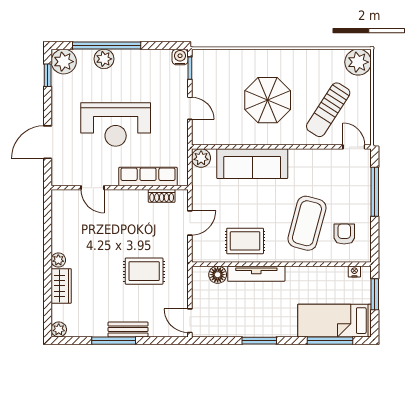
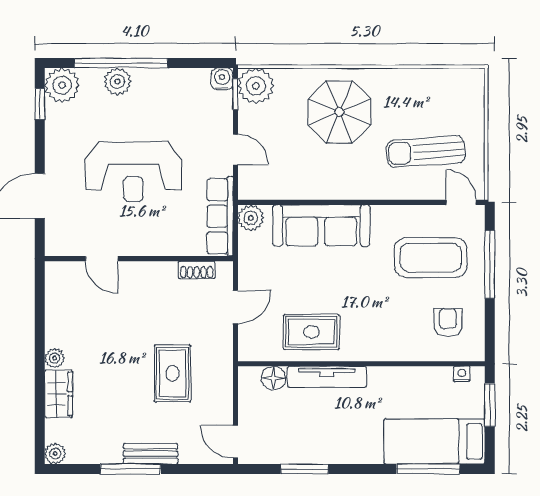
plant: (358, 62) -> (256, 86), moved
parasol: (268, 100) -> (339, 112), moved
sun lounger: (328, 110) -> (426, 151), turned 53
row of seats: (148, 177) -> (220, 216), moved, turned -90
coffee table: (307, 223) -> (431, 258), moved, turned 75
rug: (144, 271) -> (173, 373), turned 90
window: (259, 341) -> (305, 469), moved

